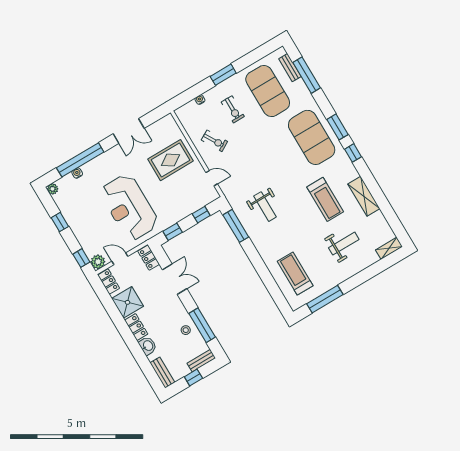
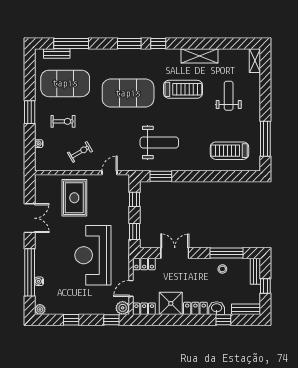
exercise mat: (312, 137) -> (128, 93), moved
reception desk: (129, 207) -> (93, 255), turned 90
weight bench: (265, 207) -> (159, 143), width x1.36, depth x1.33
window: (236, 226) -> (161, 176), width x0.69
window: (141, 358) -> (223, 320), added

